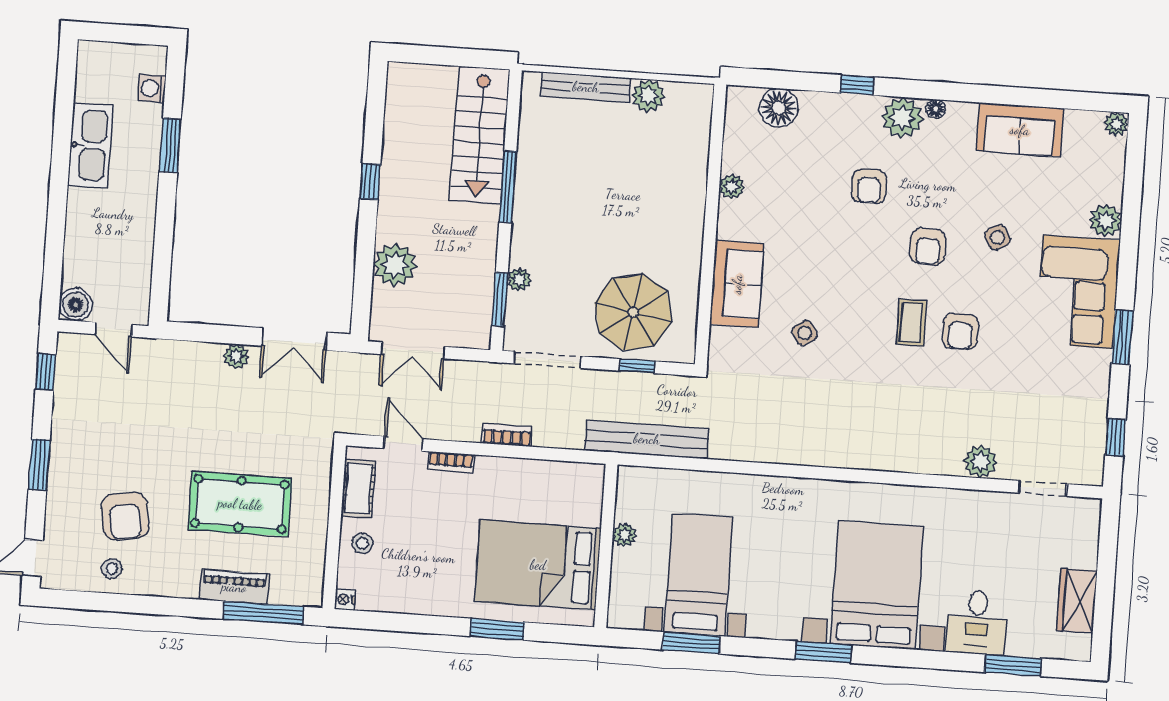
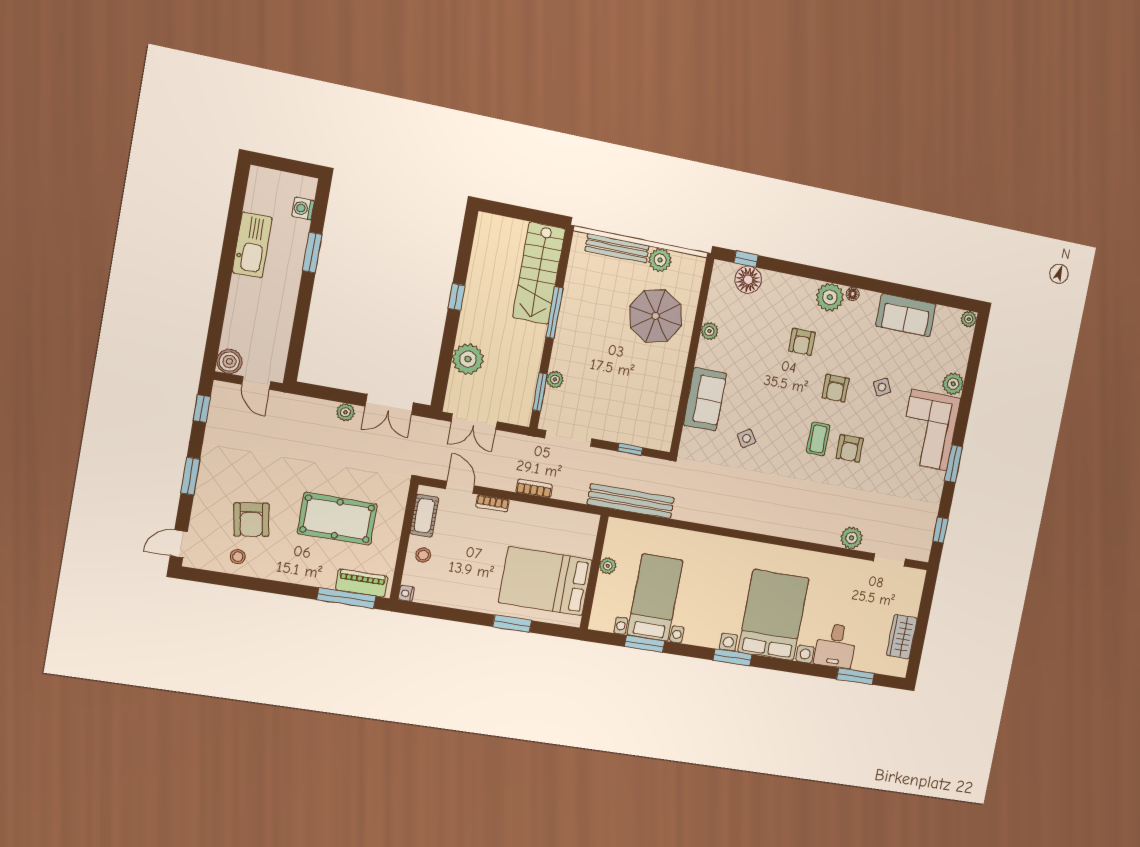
window: (857, 85) -> (746, 259), moved
parasol: (633, 312) -> (656, 316), moved
piano: (234, 587) -> (362, 583), moved

